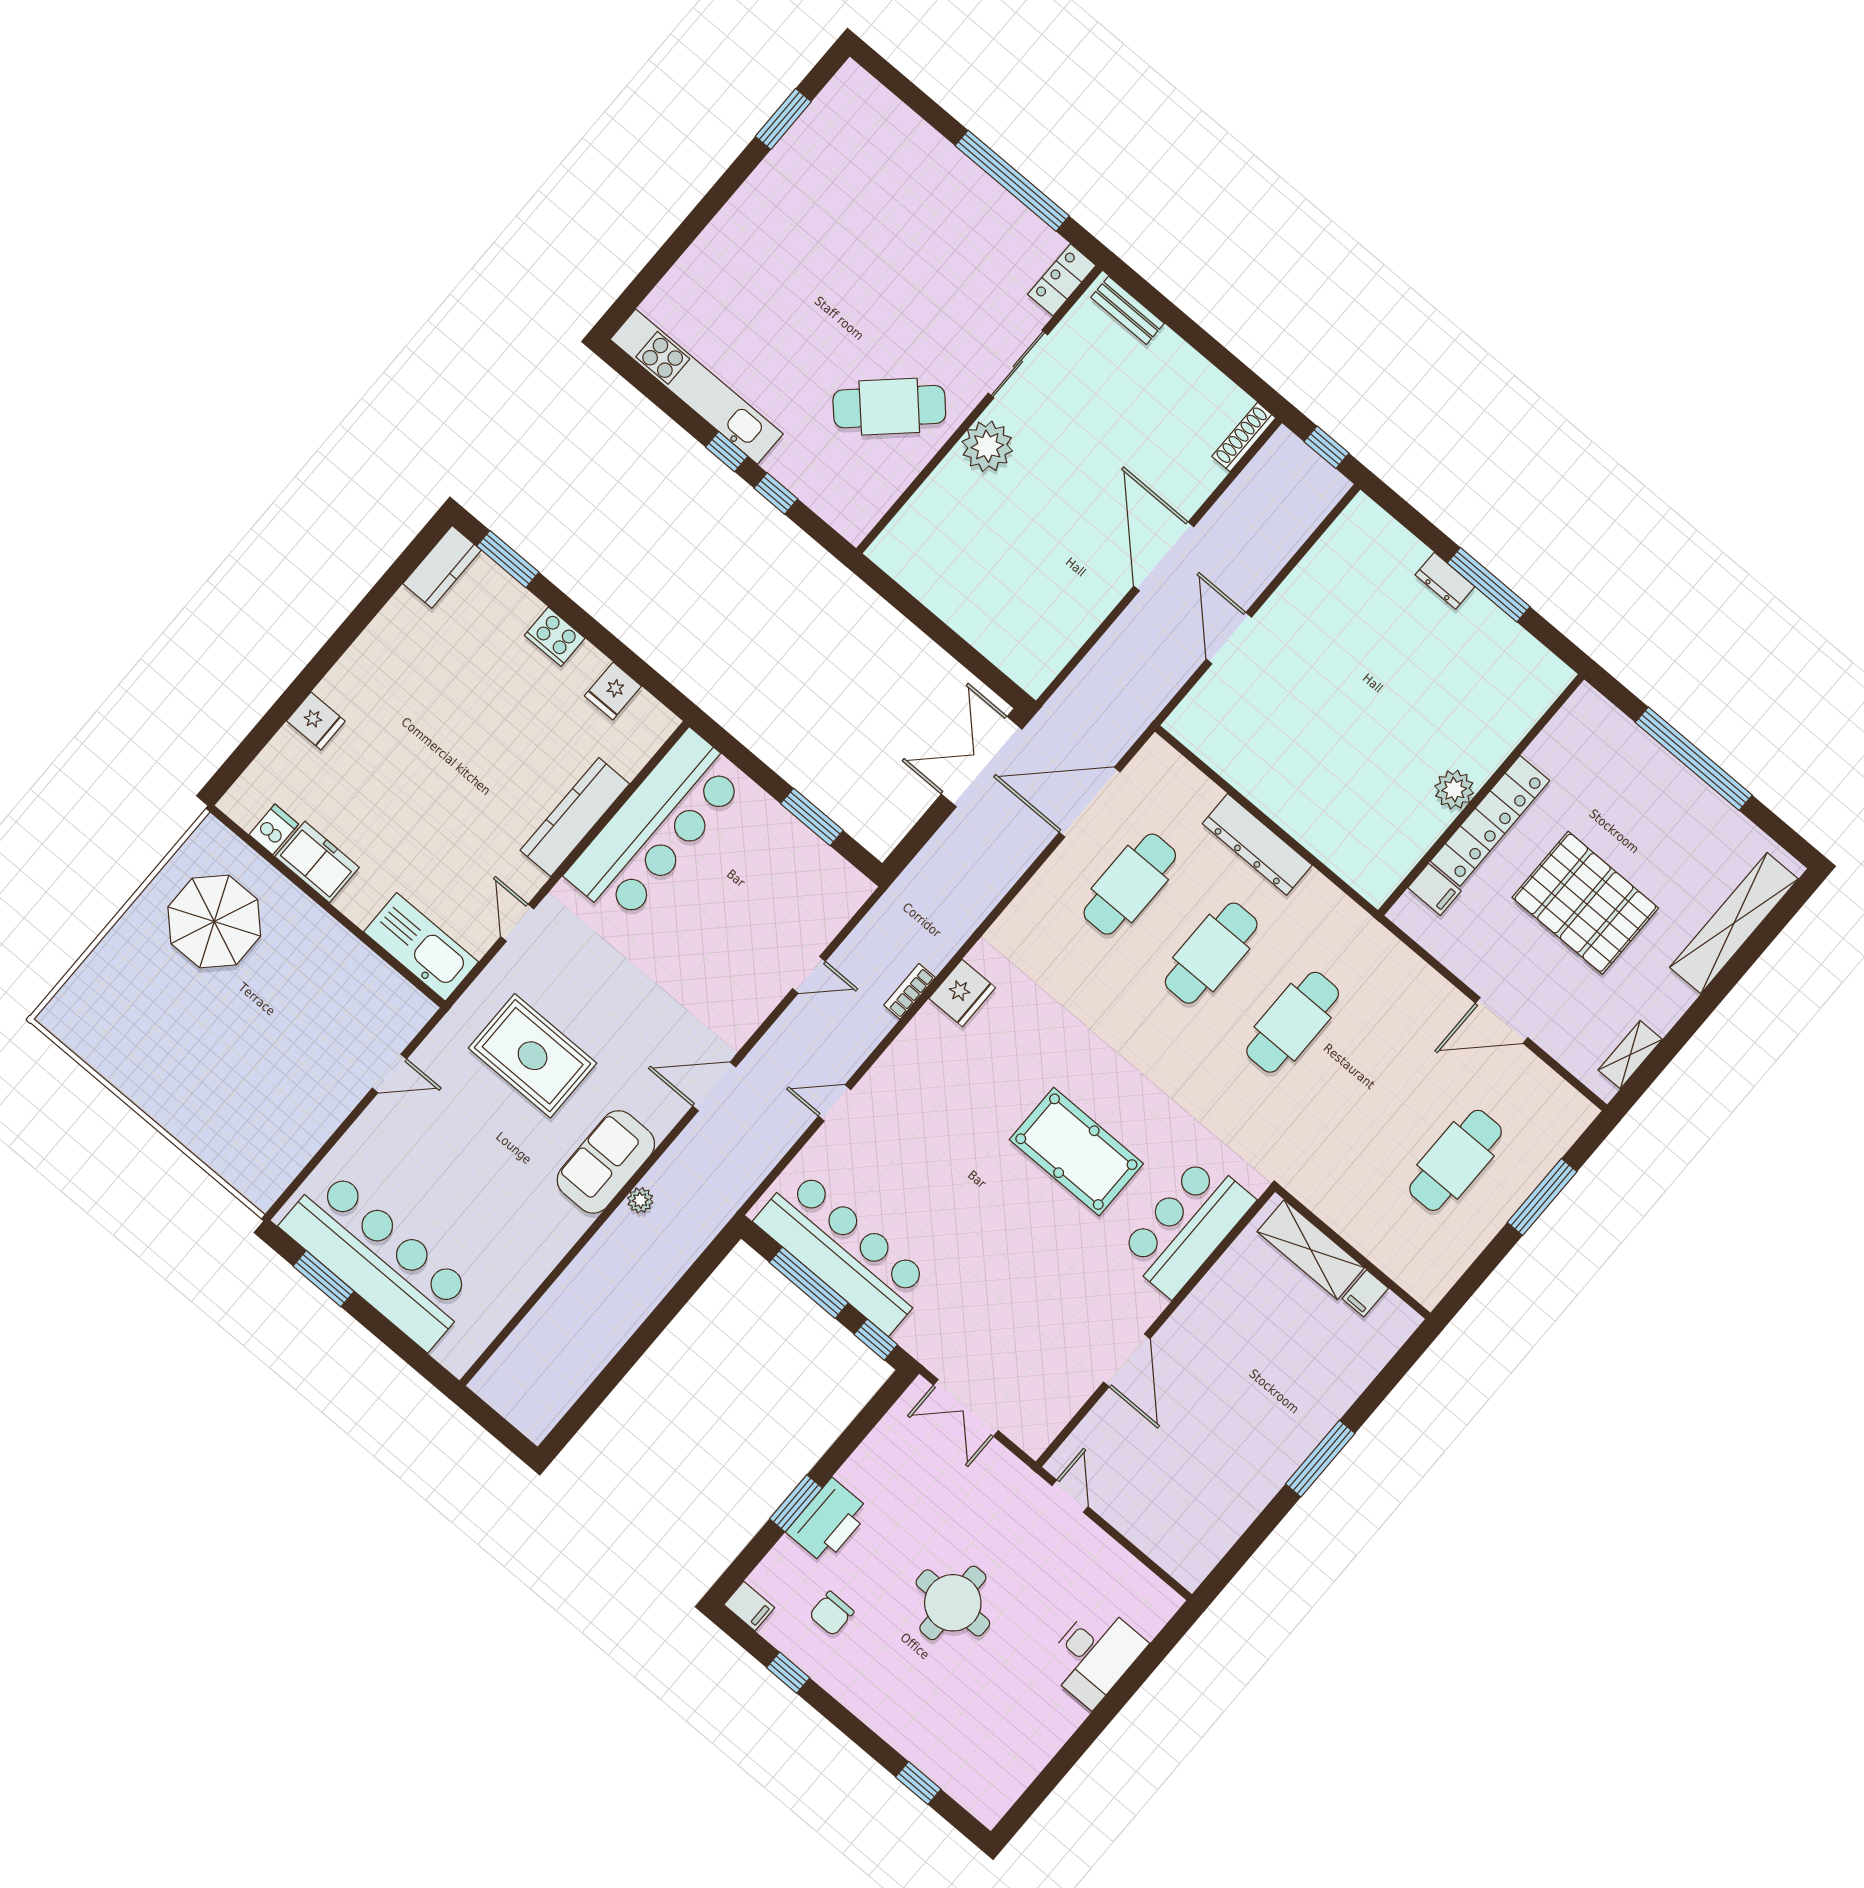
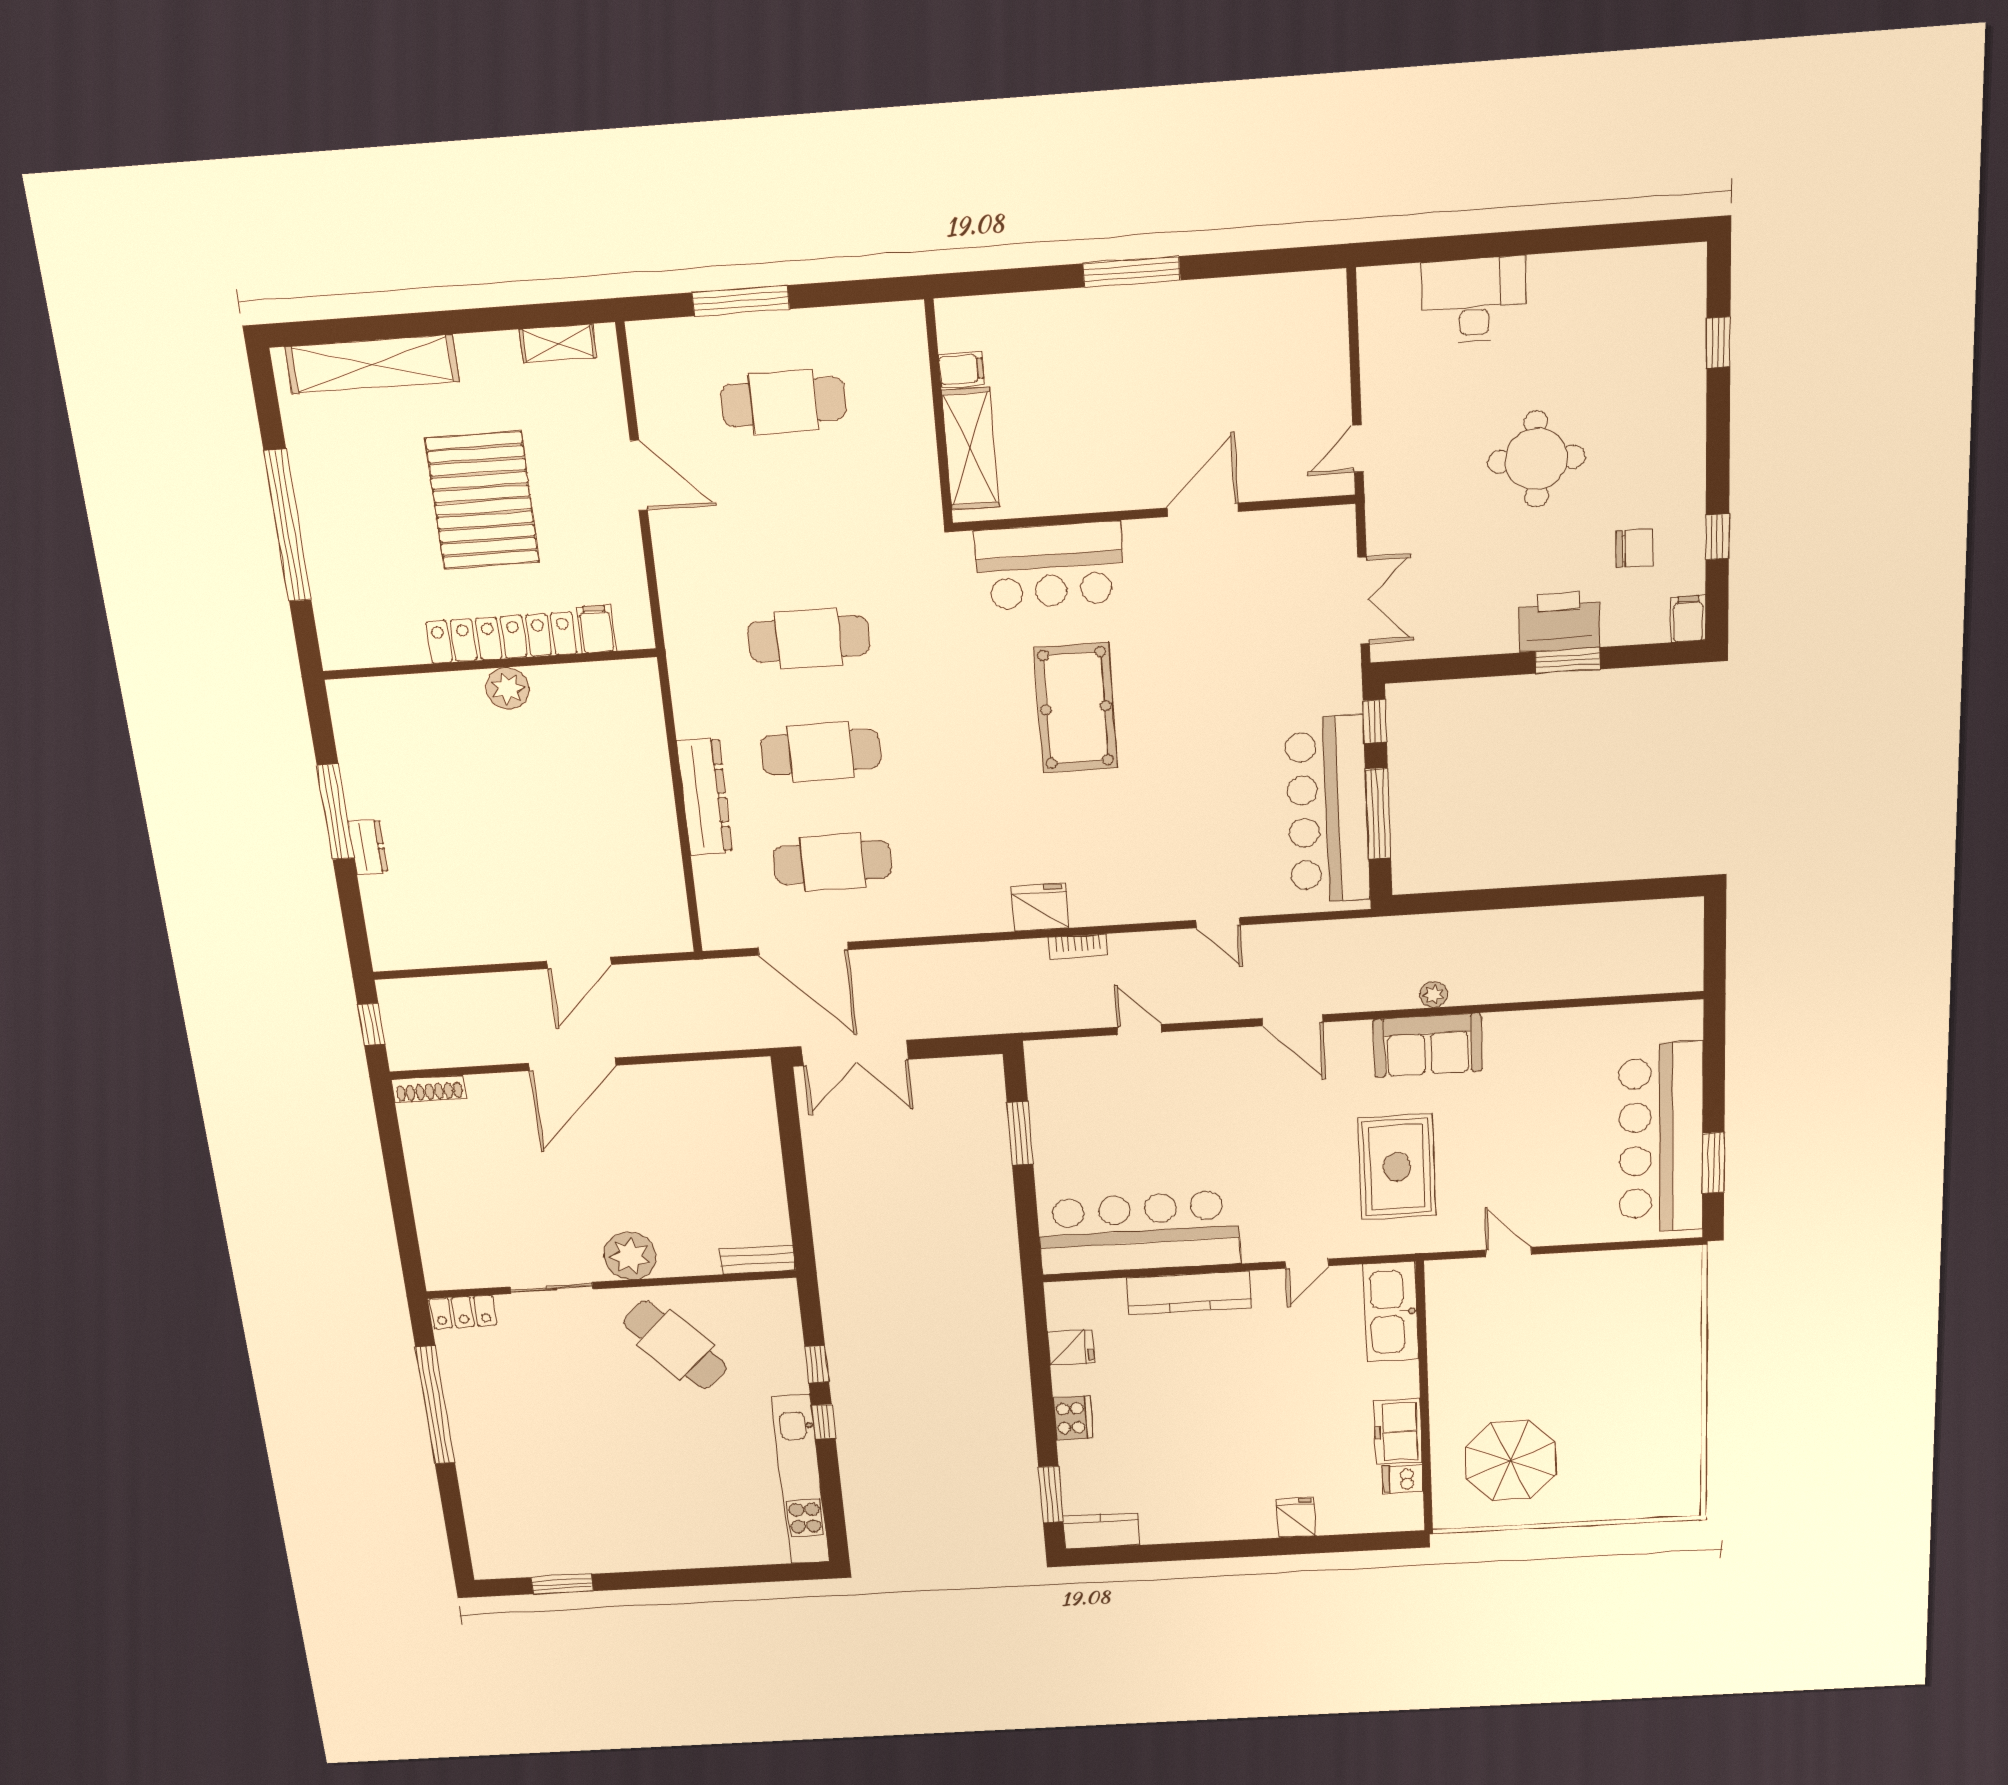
bench: (1128, 310) -> (757, 1259), moved, turned 90

